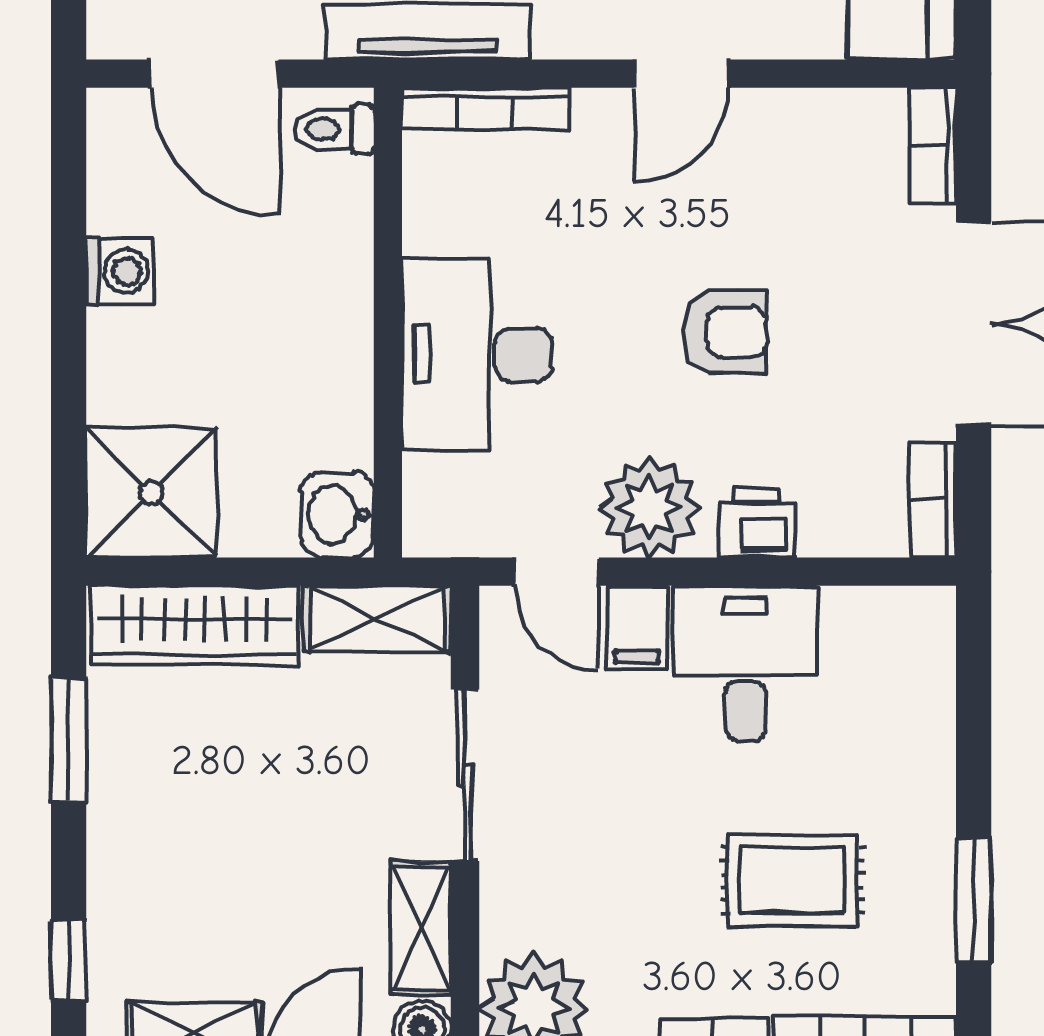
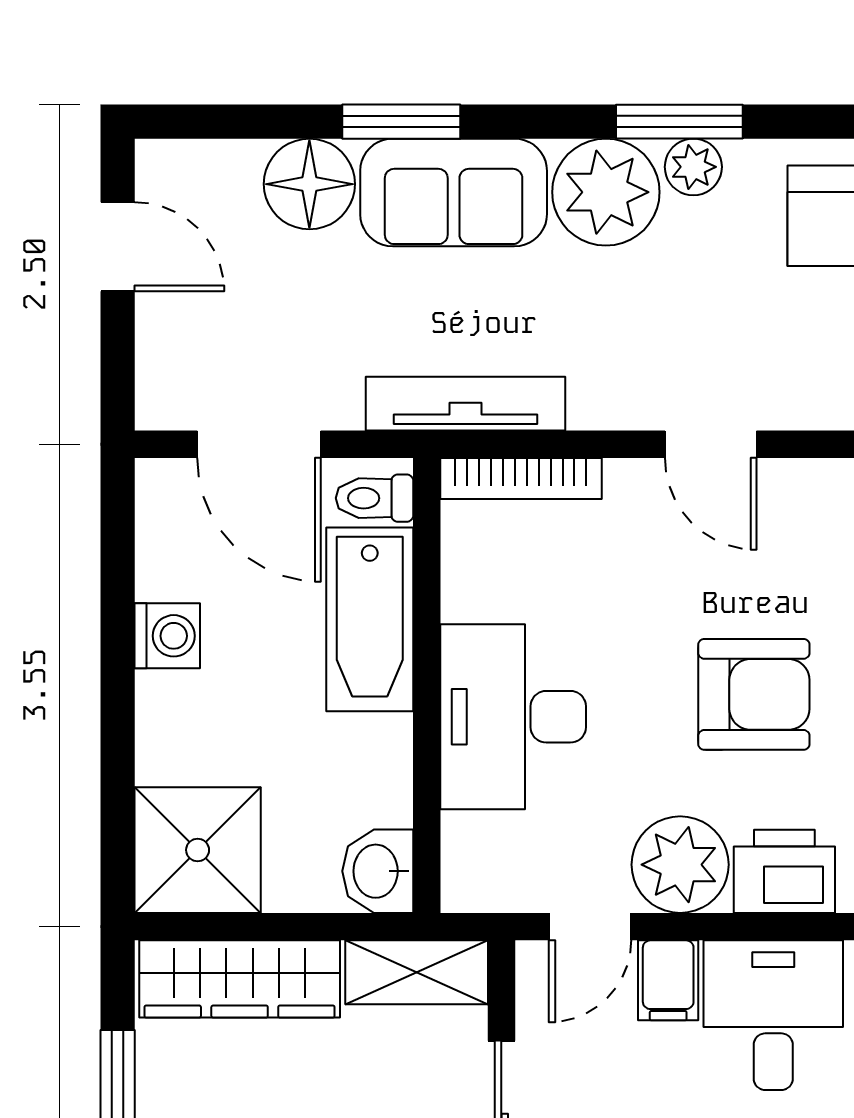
door: (681, 74) -> (711, 444), hinge flipped
bathtub: (329, 254) -> (370, 619), added
armchair: (726, 332) -> (754, 694), width x1.38, depth x1.38
printer: (757, 523) -> (784, 871), width x1.36, depth x1.24
door: (556, 572) -> (590, 927), hinge flipped

